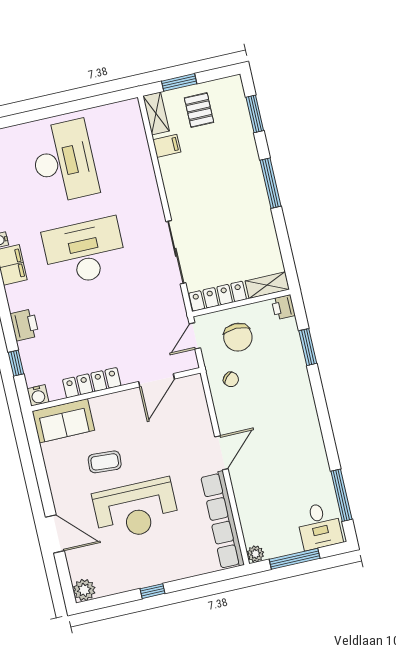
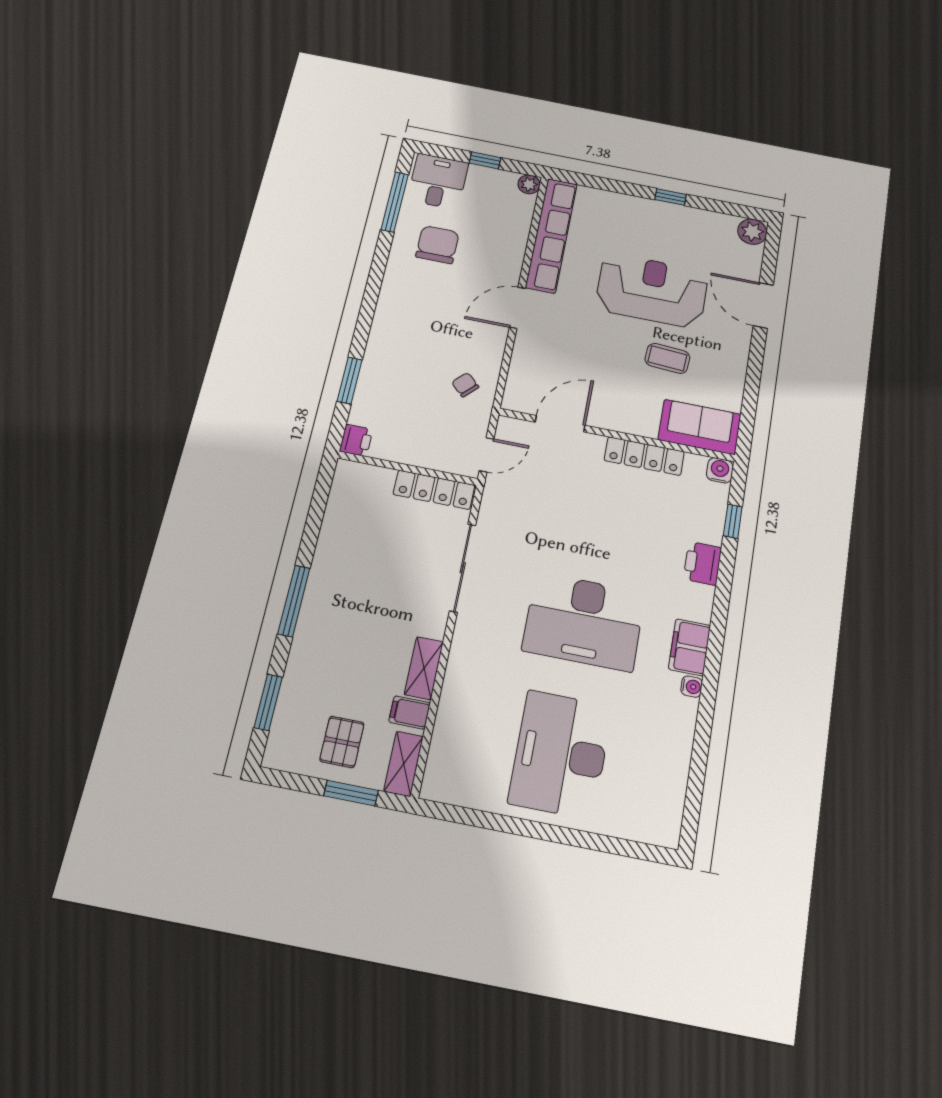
shelving: (267, 285) -> (424, 668), moved, turned 90
chair: (238, 337) -> (437, 245), moved
window: (295, 559) -> (485, 160), width x0.46

